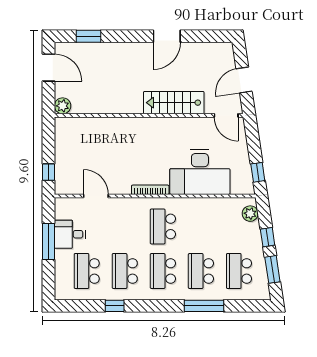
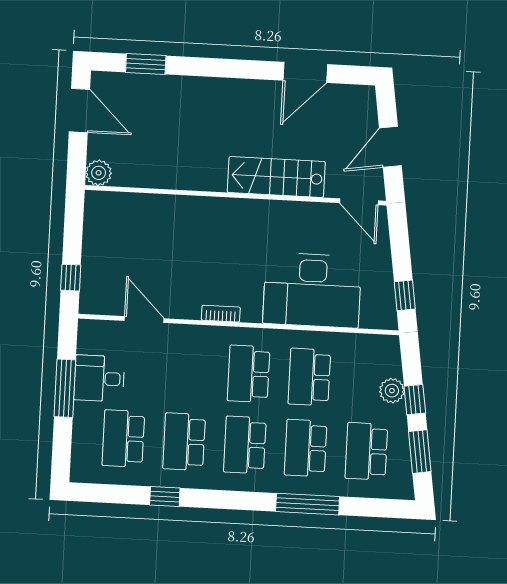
door: (167, 36) -> (305, 72), moved
bookcase: (150, 190) -> (221, 314), width x0.64
plant: (250, 214) -> (392, 391), moved
school desk: (201, 226) -> (309, 377), added

